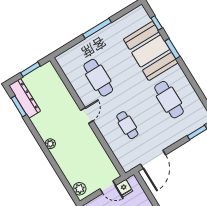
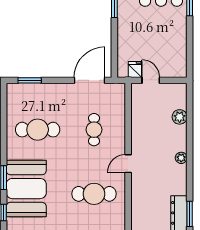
cafe table: (98, 78) -> (94, 194), turned 90
cafe table: (169, 100) -> (38, 130), turned 90
plant: (79, 189) -> (180, 117), moved

